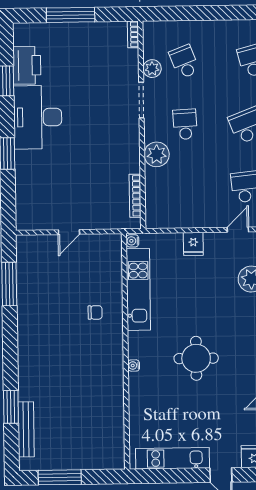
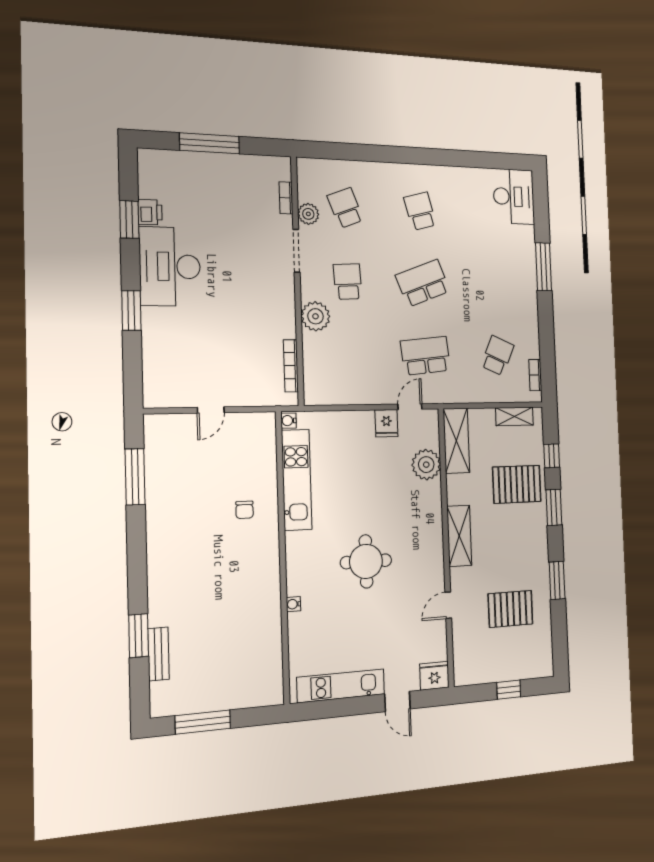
bookcase: (133, 34) -> (286, 198), moved
printer: (27, 65) -> (150, 212), width x0.53, depth x0.68
fridge: (193, 244) -> (386, 423), moved
chair: (95, 312) -> (245, 510), turned 90
water cooler: (134, 365) -> (293, 604), moved
bench: (26, 429) -> (158, 654), width x0.73

